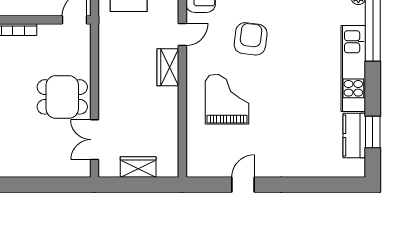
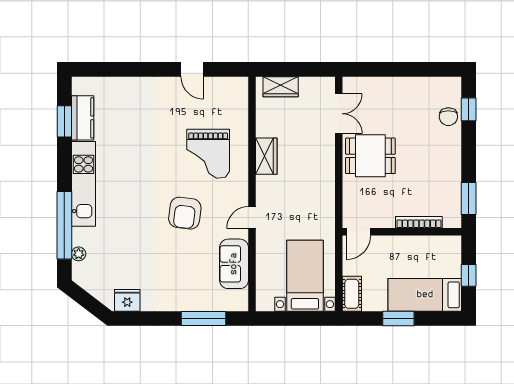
wardrobe: (168, 67) -> (266, 156), moved
wardrobe: (138, 167) -> (281, 87), moved
door: (243, 185) -> (192, 69), hinge flipped

